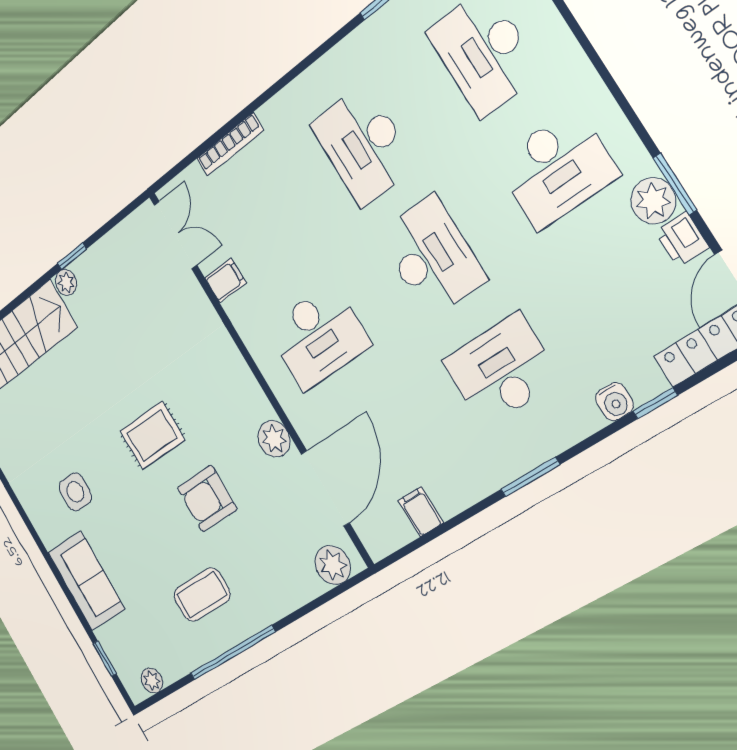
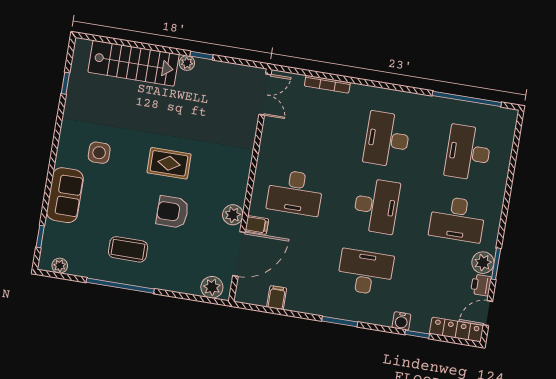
filing cabinet: (225, 280) -> (257, 225), moved

